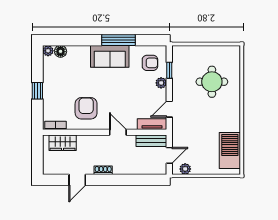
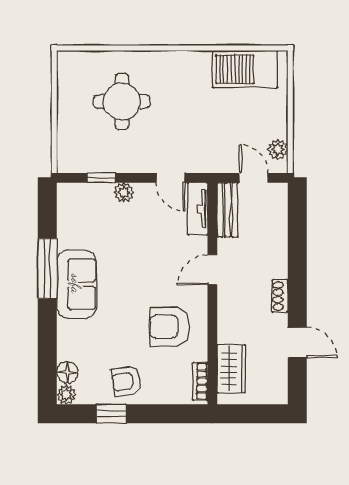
armchair: (150, 63) -> (126, 381), moved, turned -99
window: (37, 91) -> (111, 414), moved

